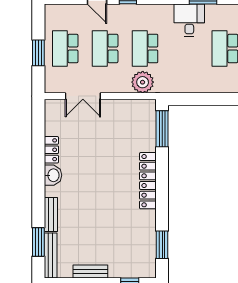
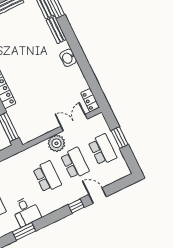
plant: (143, 82) -> (56, 143), moved
locker: (51, 150) -> (90, 100), moved

